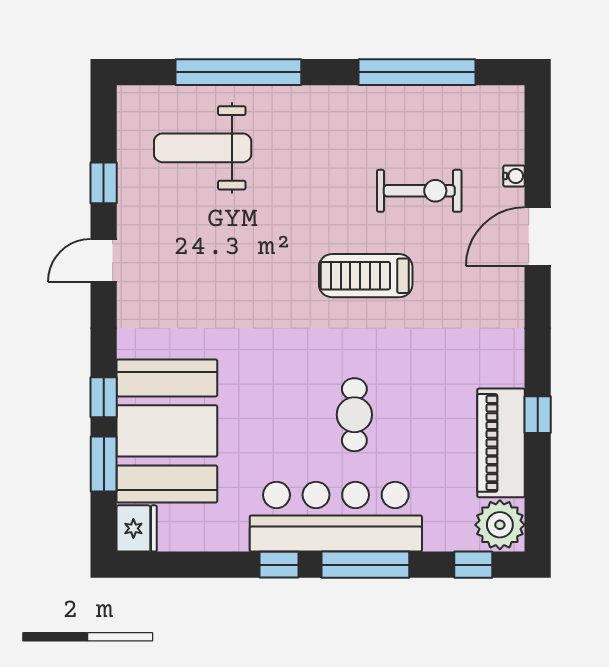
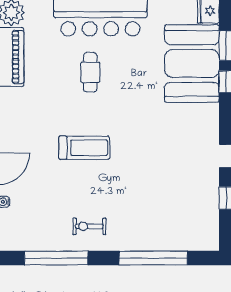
weight bench: (203, 148) -> (173, 217), removed
exercise bike: (419, 191) -> (89, 226), moved, width x0.73, depth x0.72

